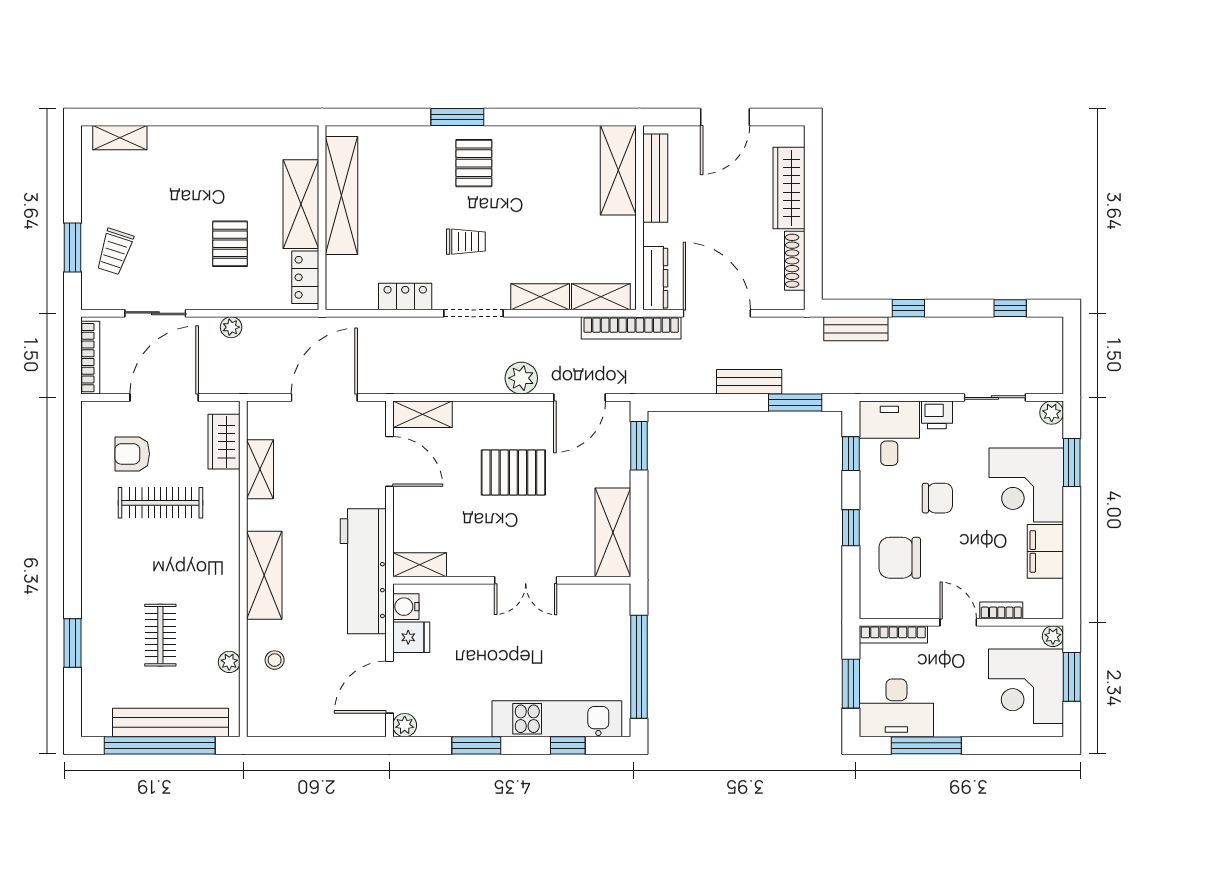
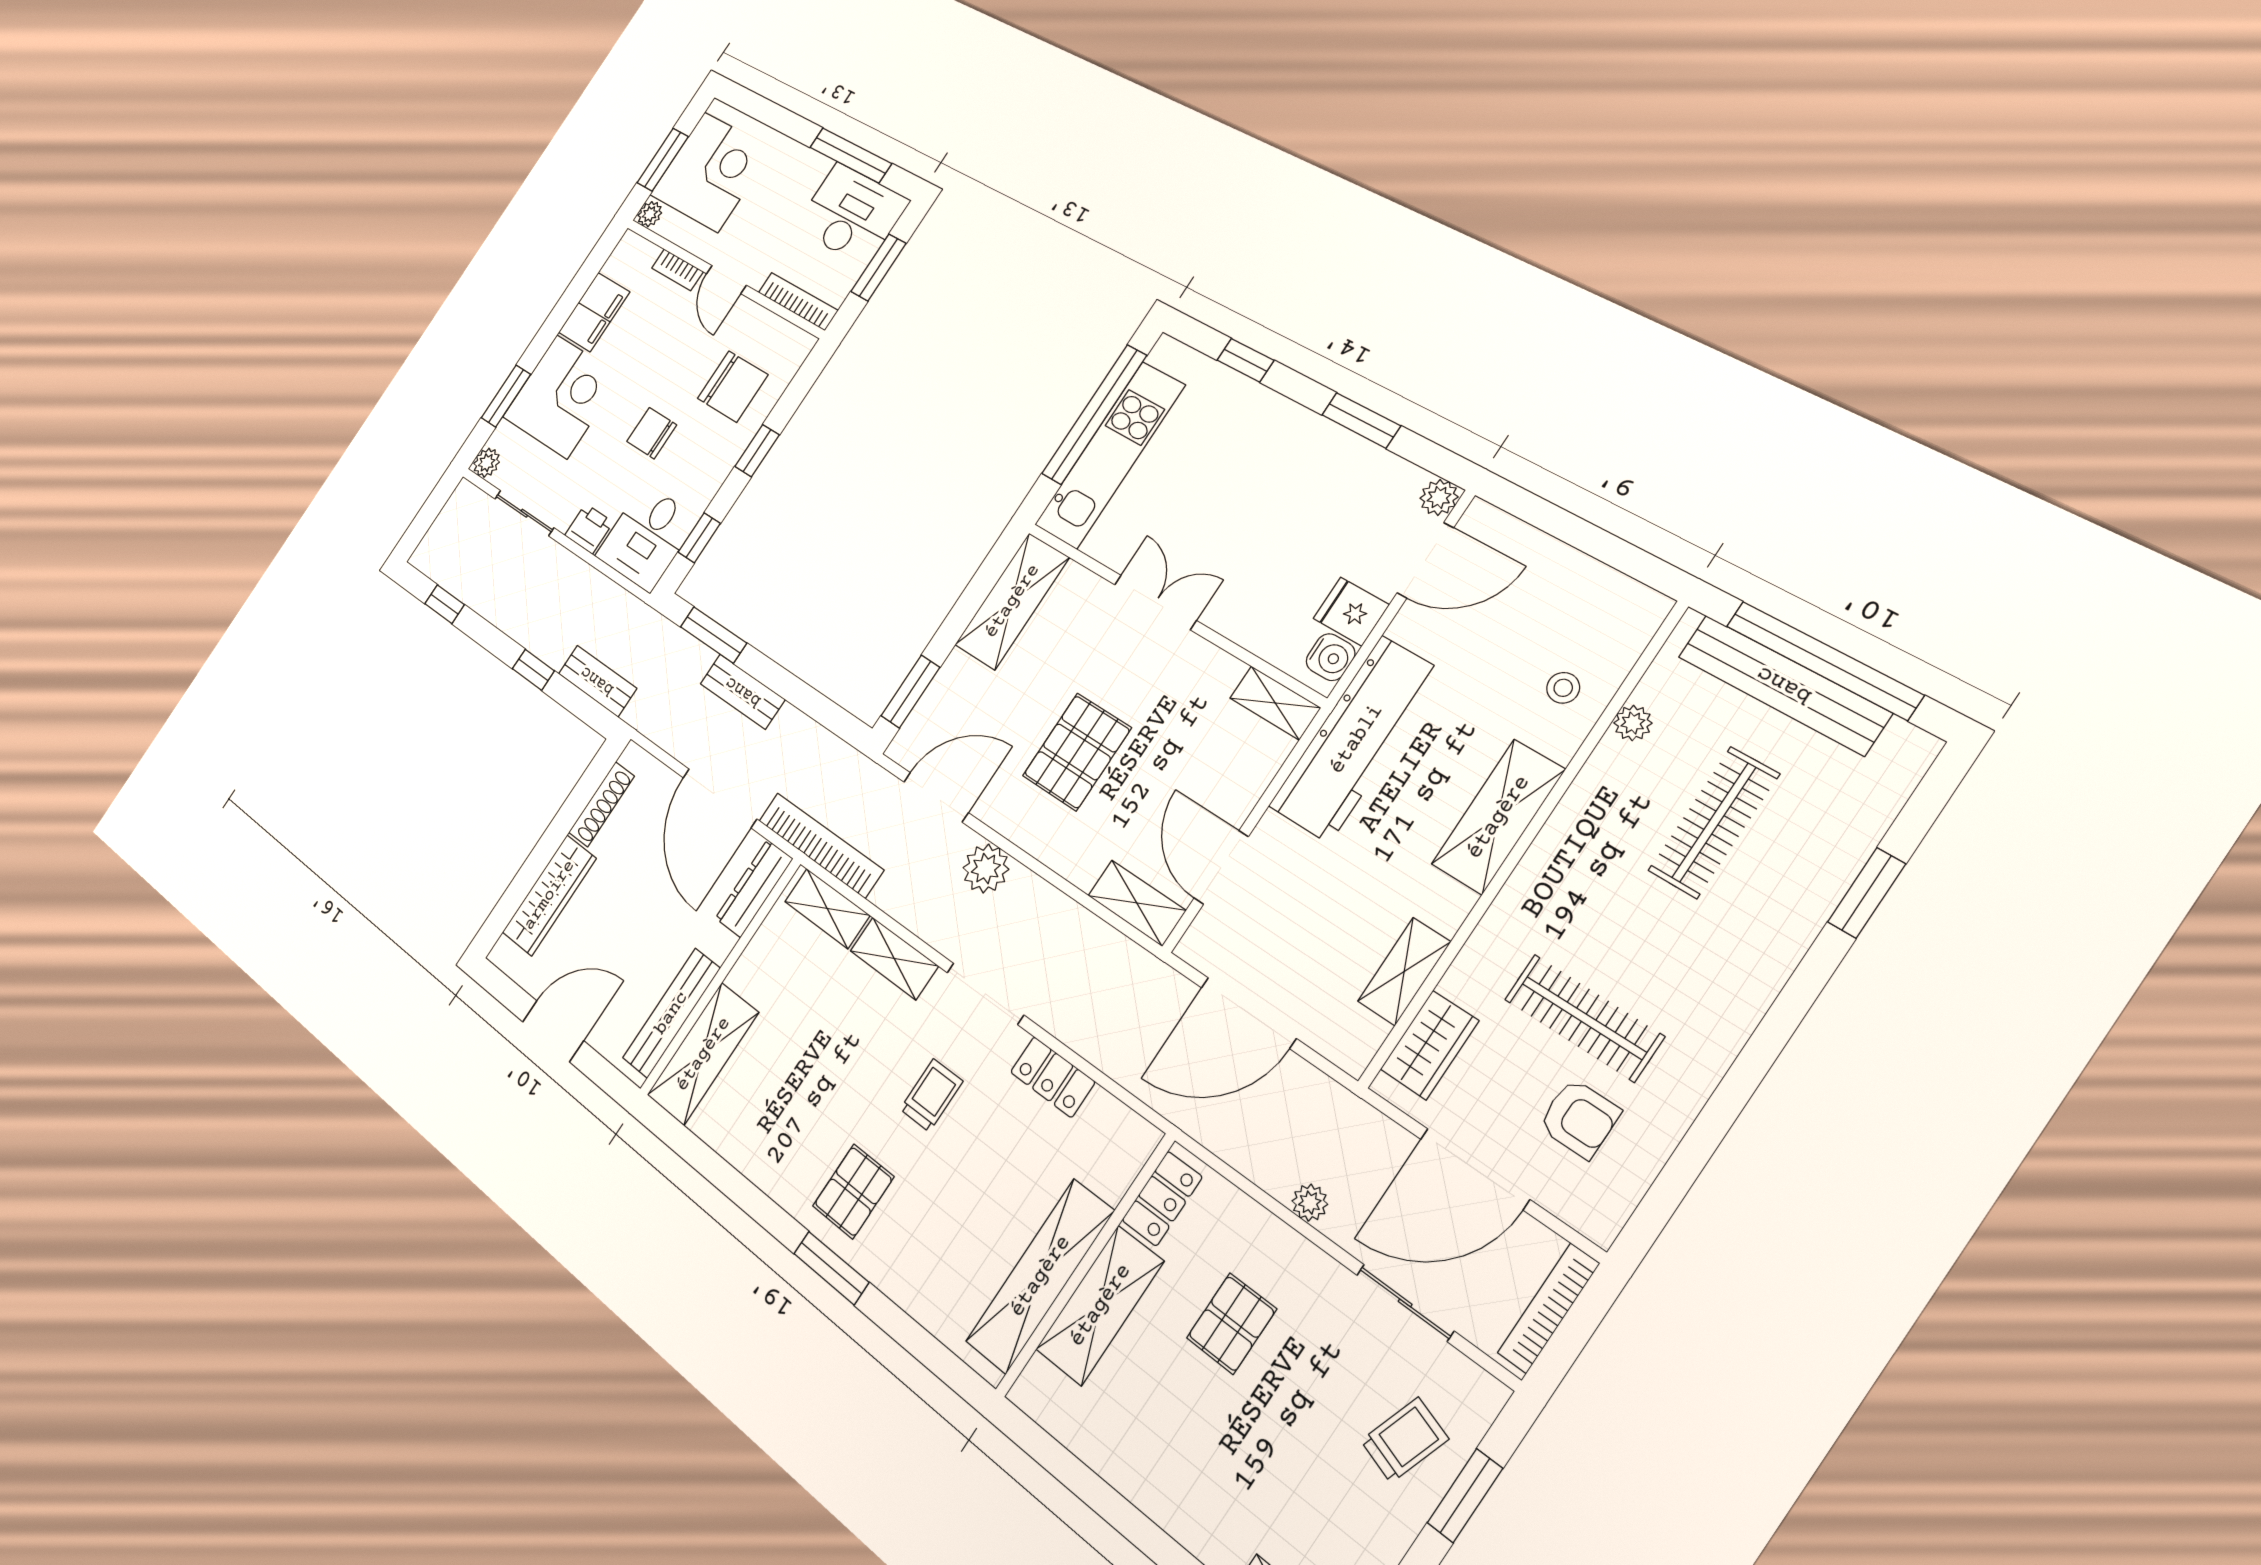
trolley: (466, 242) -> (931, 1095), turned 90
pallet: (513, 472) -> (1077, 752), turned 90
clothes rail: (160, 635) -> (1714, 822), width x1.36
kitchen unit: (557, 719) -> (1110, 455), moved, turned -90

